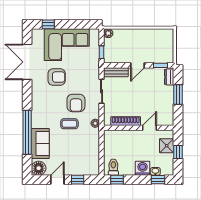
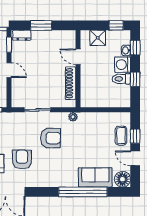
bench: (116, 72) -> (17, 94), removed
coffee table: (69, 124) -> (121, 136), moved
window: (178, 152) -> (116, 25), moved
toilet: (113, 167) -> (121, 79), moved
window: (117, 180) -> (135, 79), moved

